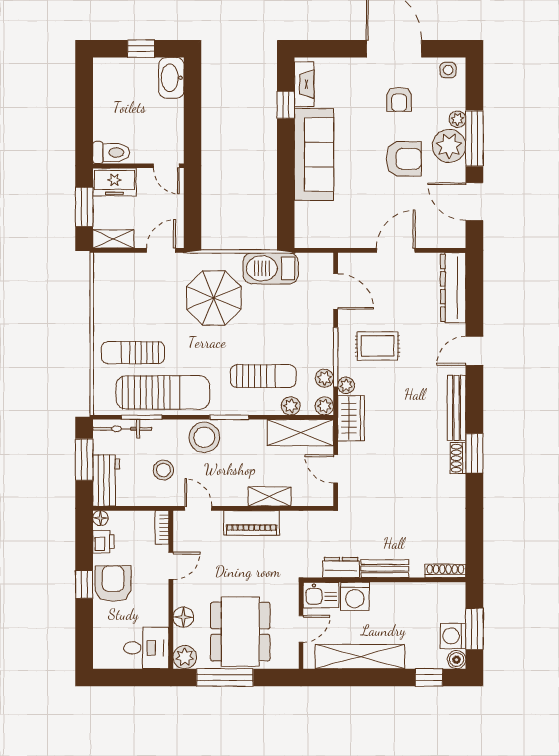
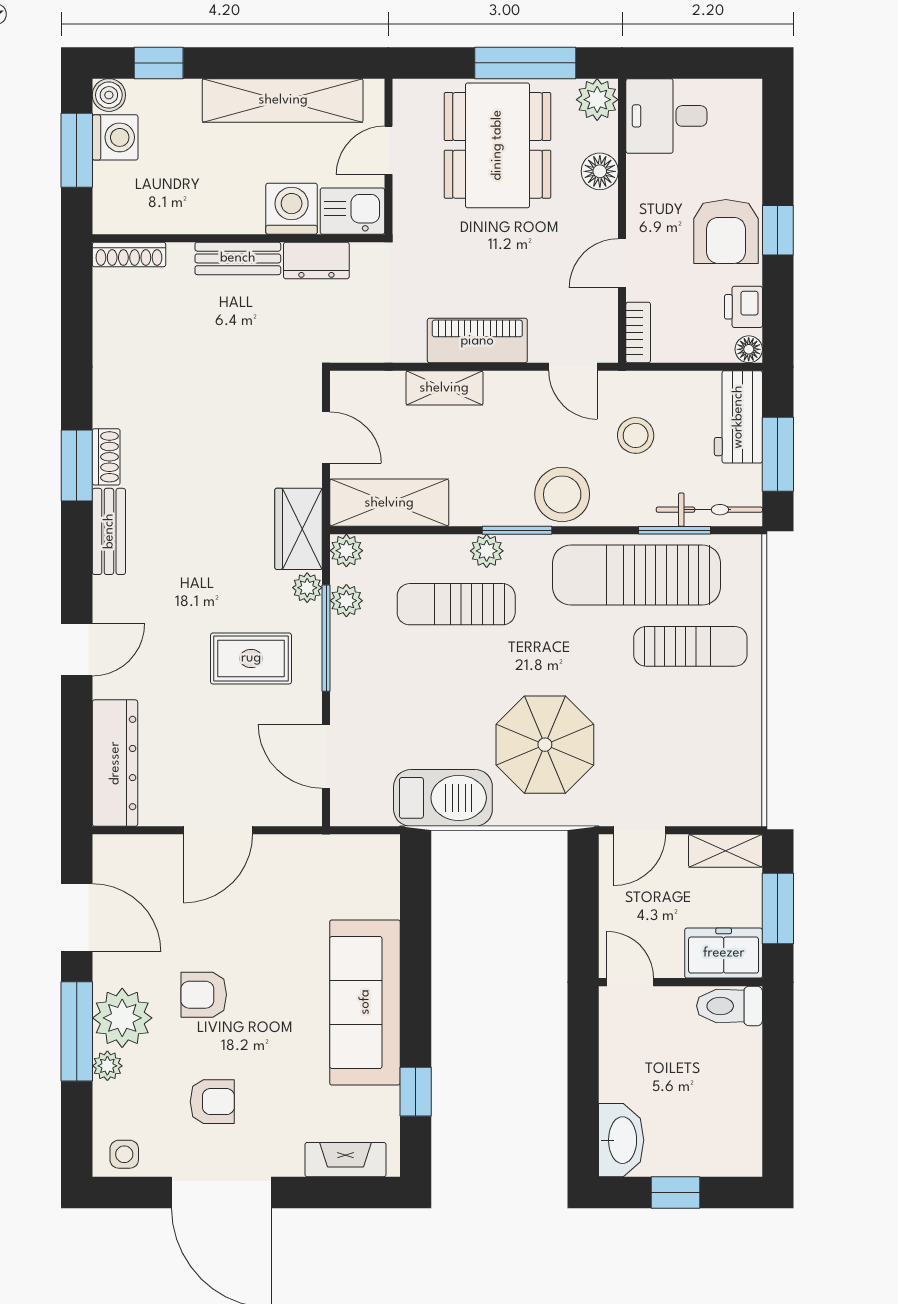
fireplace: (304, 84) -> (345, 1160), moved, turned 90
armchair: (399, 99) -> (212, 1102), turned 90
armchair: (404, 159) -> (204, 995), width x0.72, depth x0.72
plant: (291, 406) -> (487, 551), moved
bench: (457, 408) -> (109, 531), width x0.73

